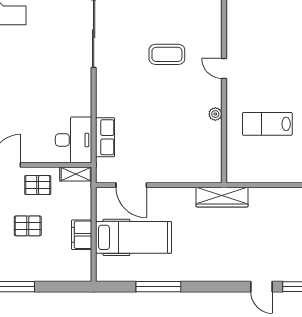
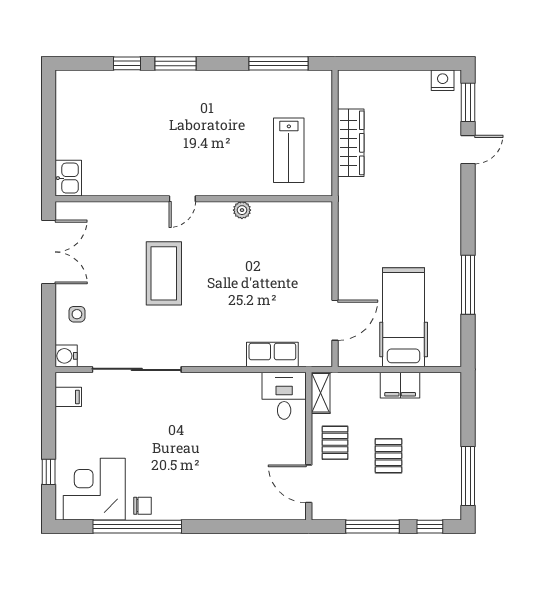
coffee table: (167, 54) -> (164, 273), width x1.36, depth x1.32
lab bench: (267, 124) -> (289, 150), moved
desk: (74, 140) -> (284, 396), width x0.73
wardrobe: (222, 197) -> (351, 143), moved

